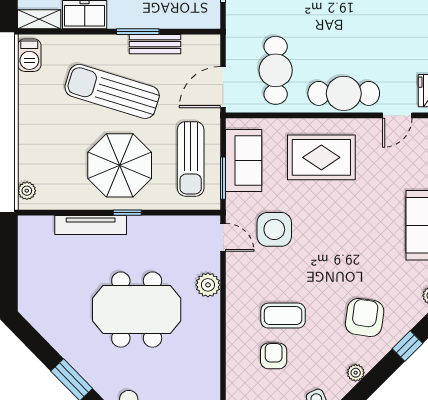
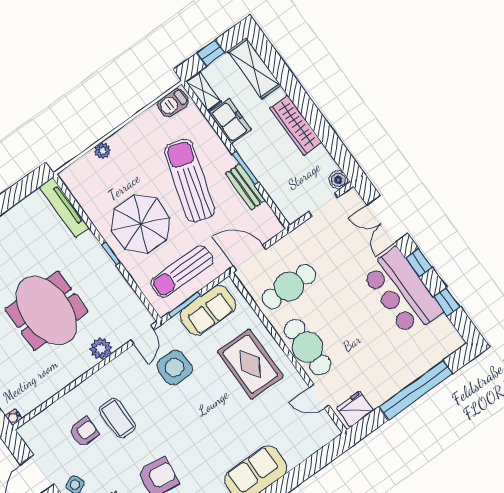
plant: (27, 191) -> (102, 151), moved
tv unit: (91, 225) -> (64, 207), moved

